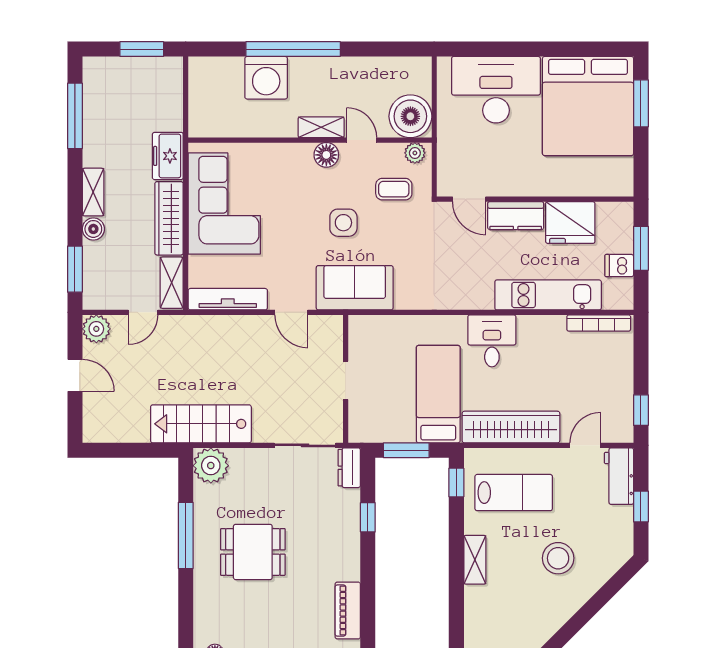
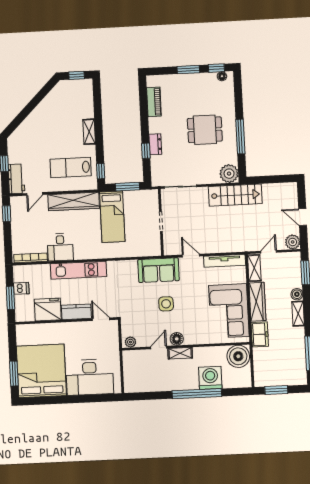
boiler: (410, 116) -> (238, 356), moved
door: (362, 140) -> (159, 347), swing flipped
coffee table: (394, 189) -> (141, 323), removed
kitchen unit: (548, 295) -> (78, 270), moved
desk: (492, 341) -> (60, 247), moved
dresser: (349, 468) -> (155, 144), moved
stool: (558, 558) -> (46, 135), removed

